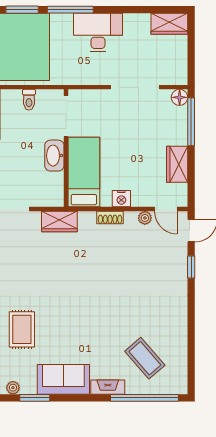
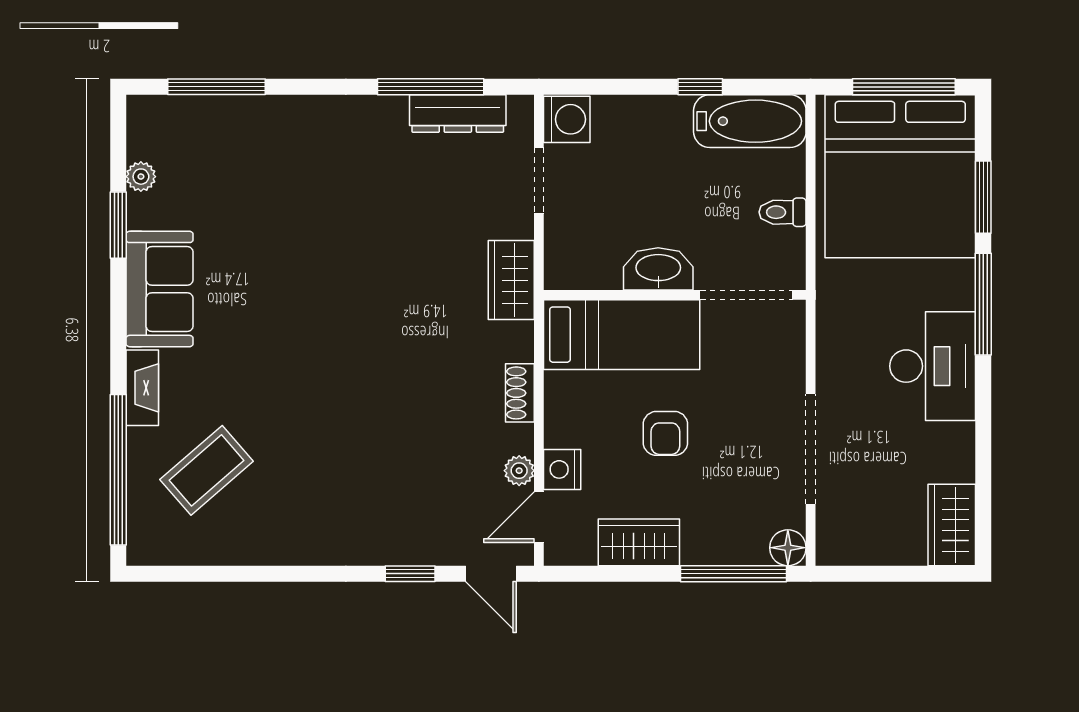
armchair: (128, 152) -> (665, 433), added
nightstand: (121, 199) -> (562, 469), moved
rug: (22, 329) -> (271, 196), removed

